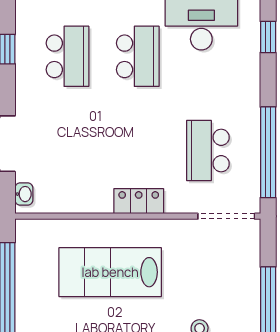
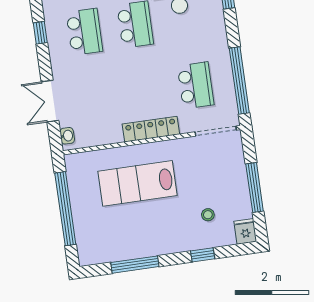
school desk: (208, 151) -> (196, 85), turned 180
locker: (139, 201) -> (151, 129), width x1.53

